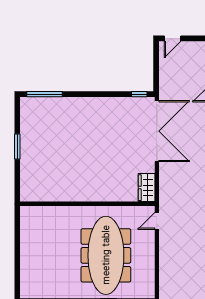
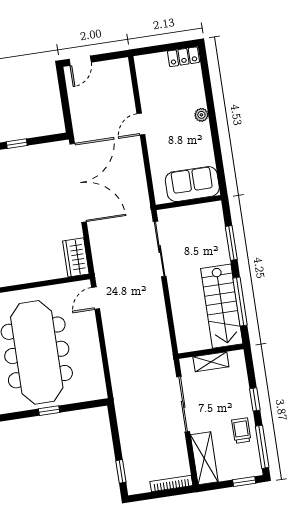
window: (139, 94) -> (17, 144), moved

